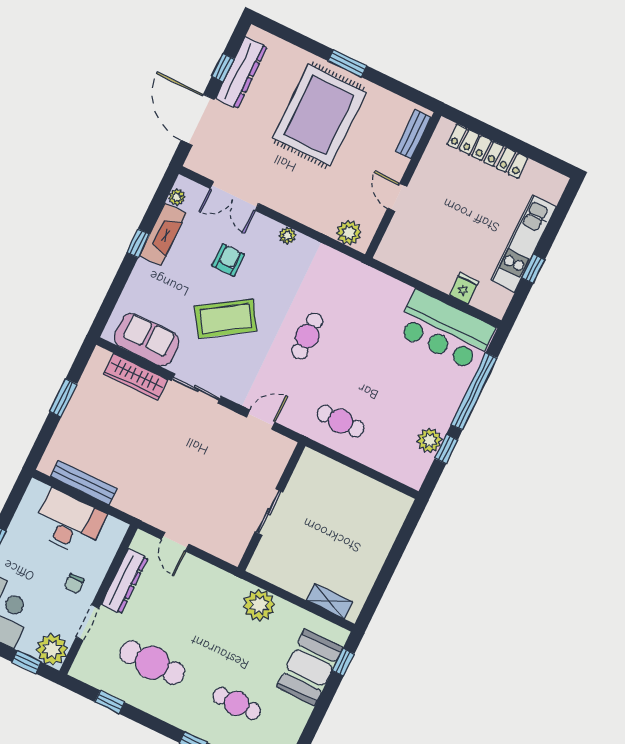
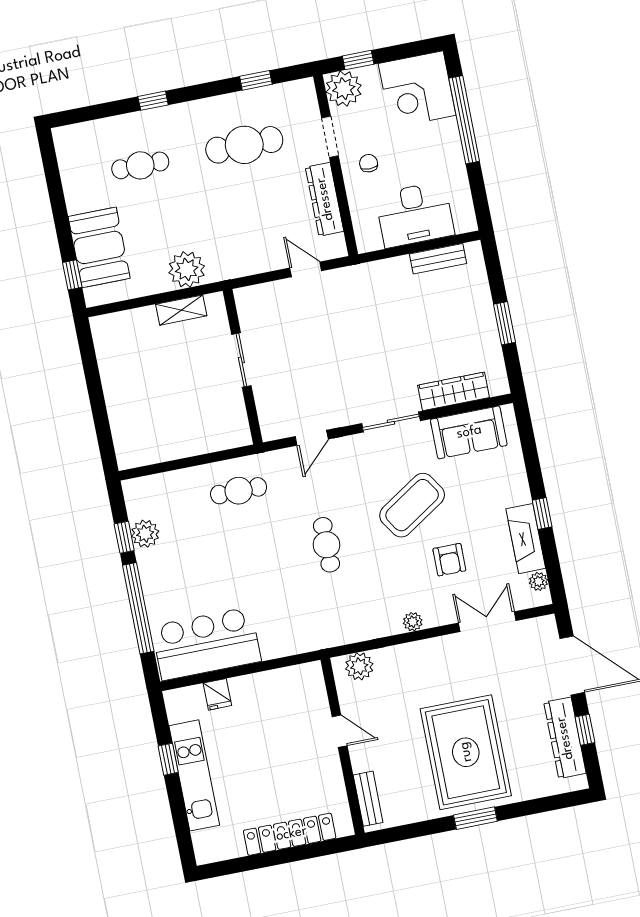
bench: (84, 483) -> (438, 259), width x0.73
shelving: (329, 601) -> (181, 310), moved

